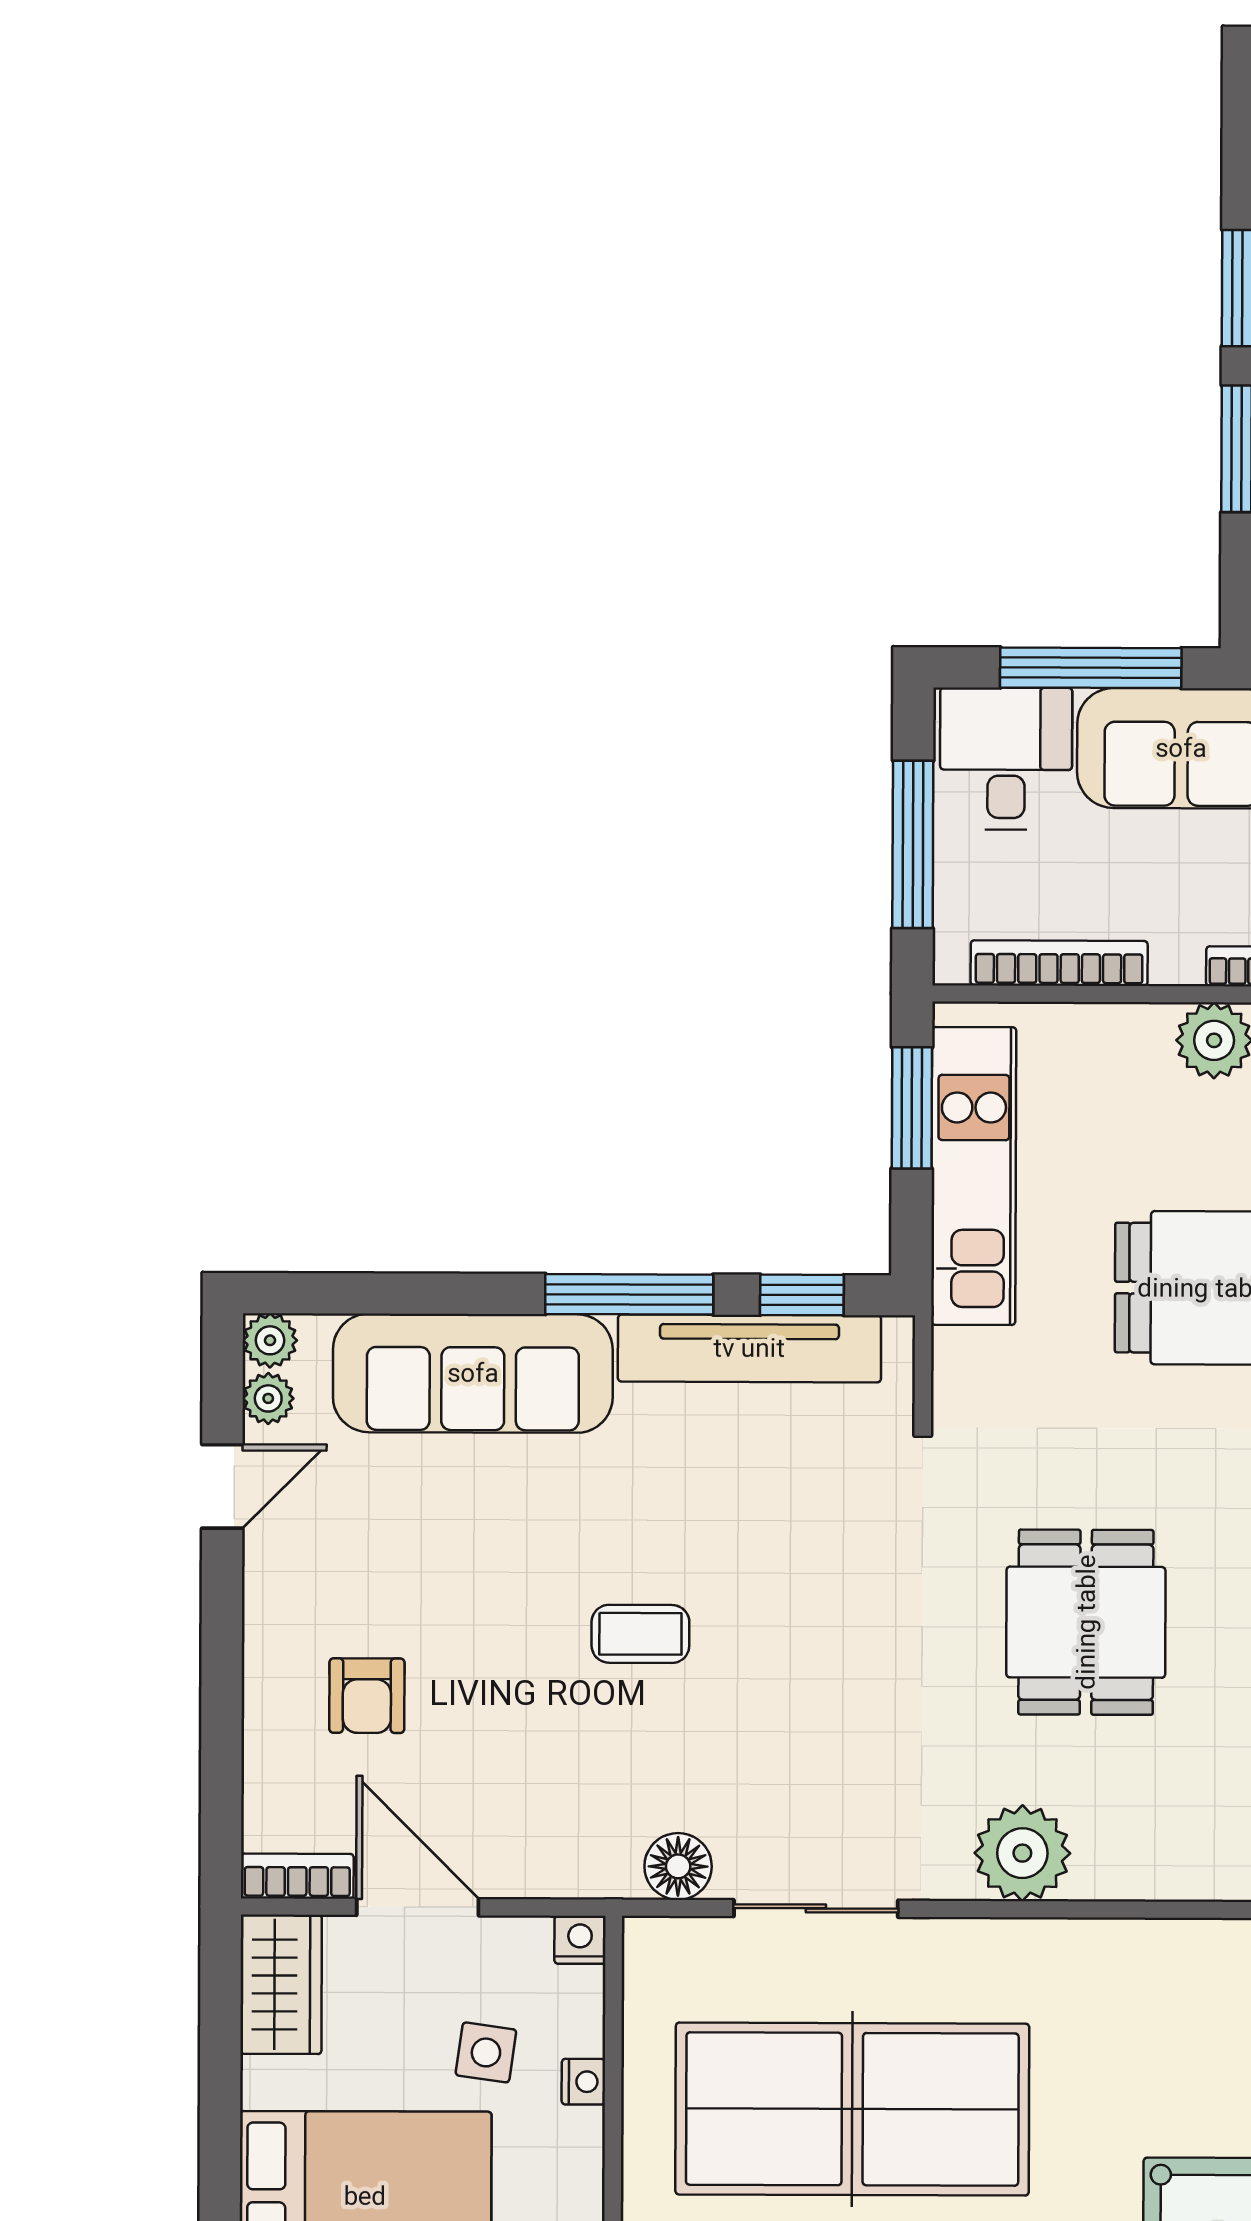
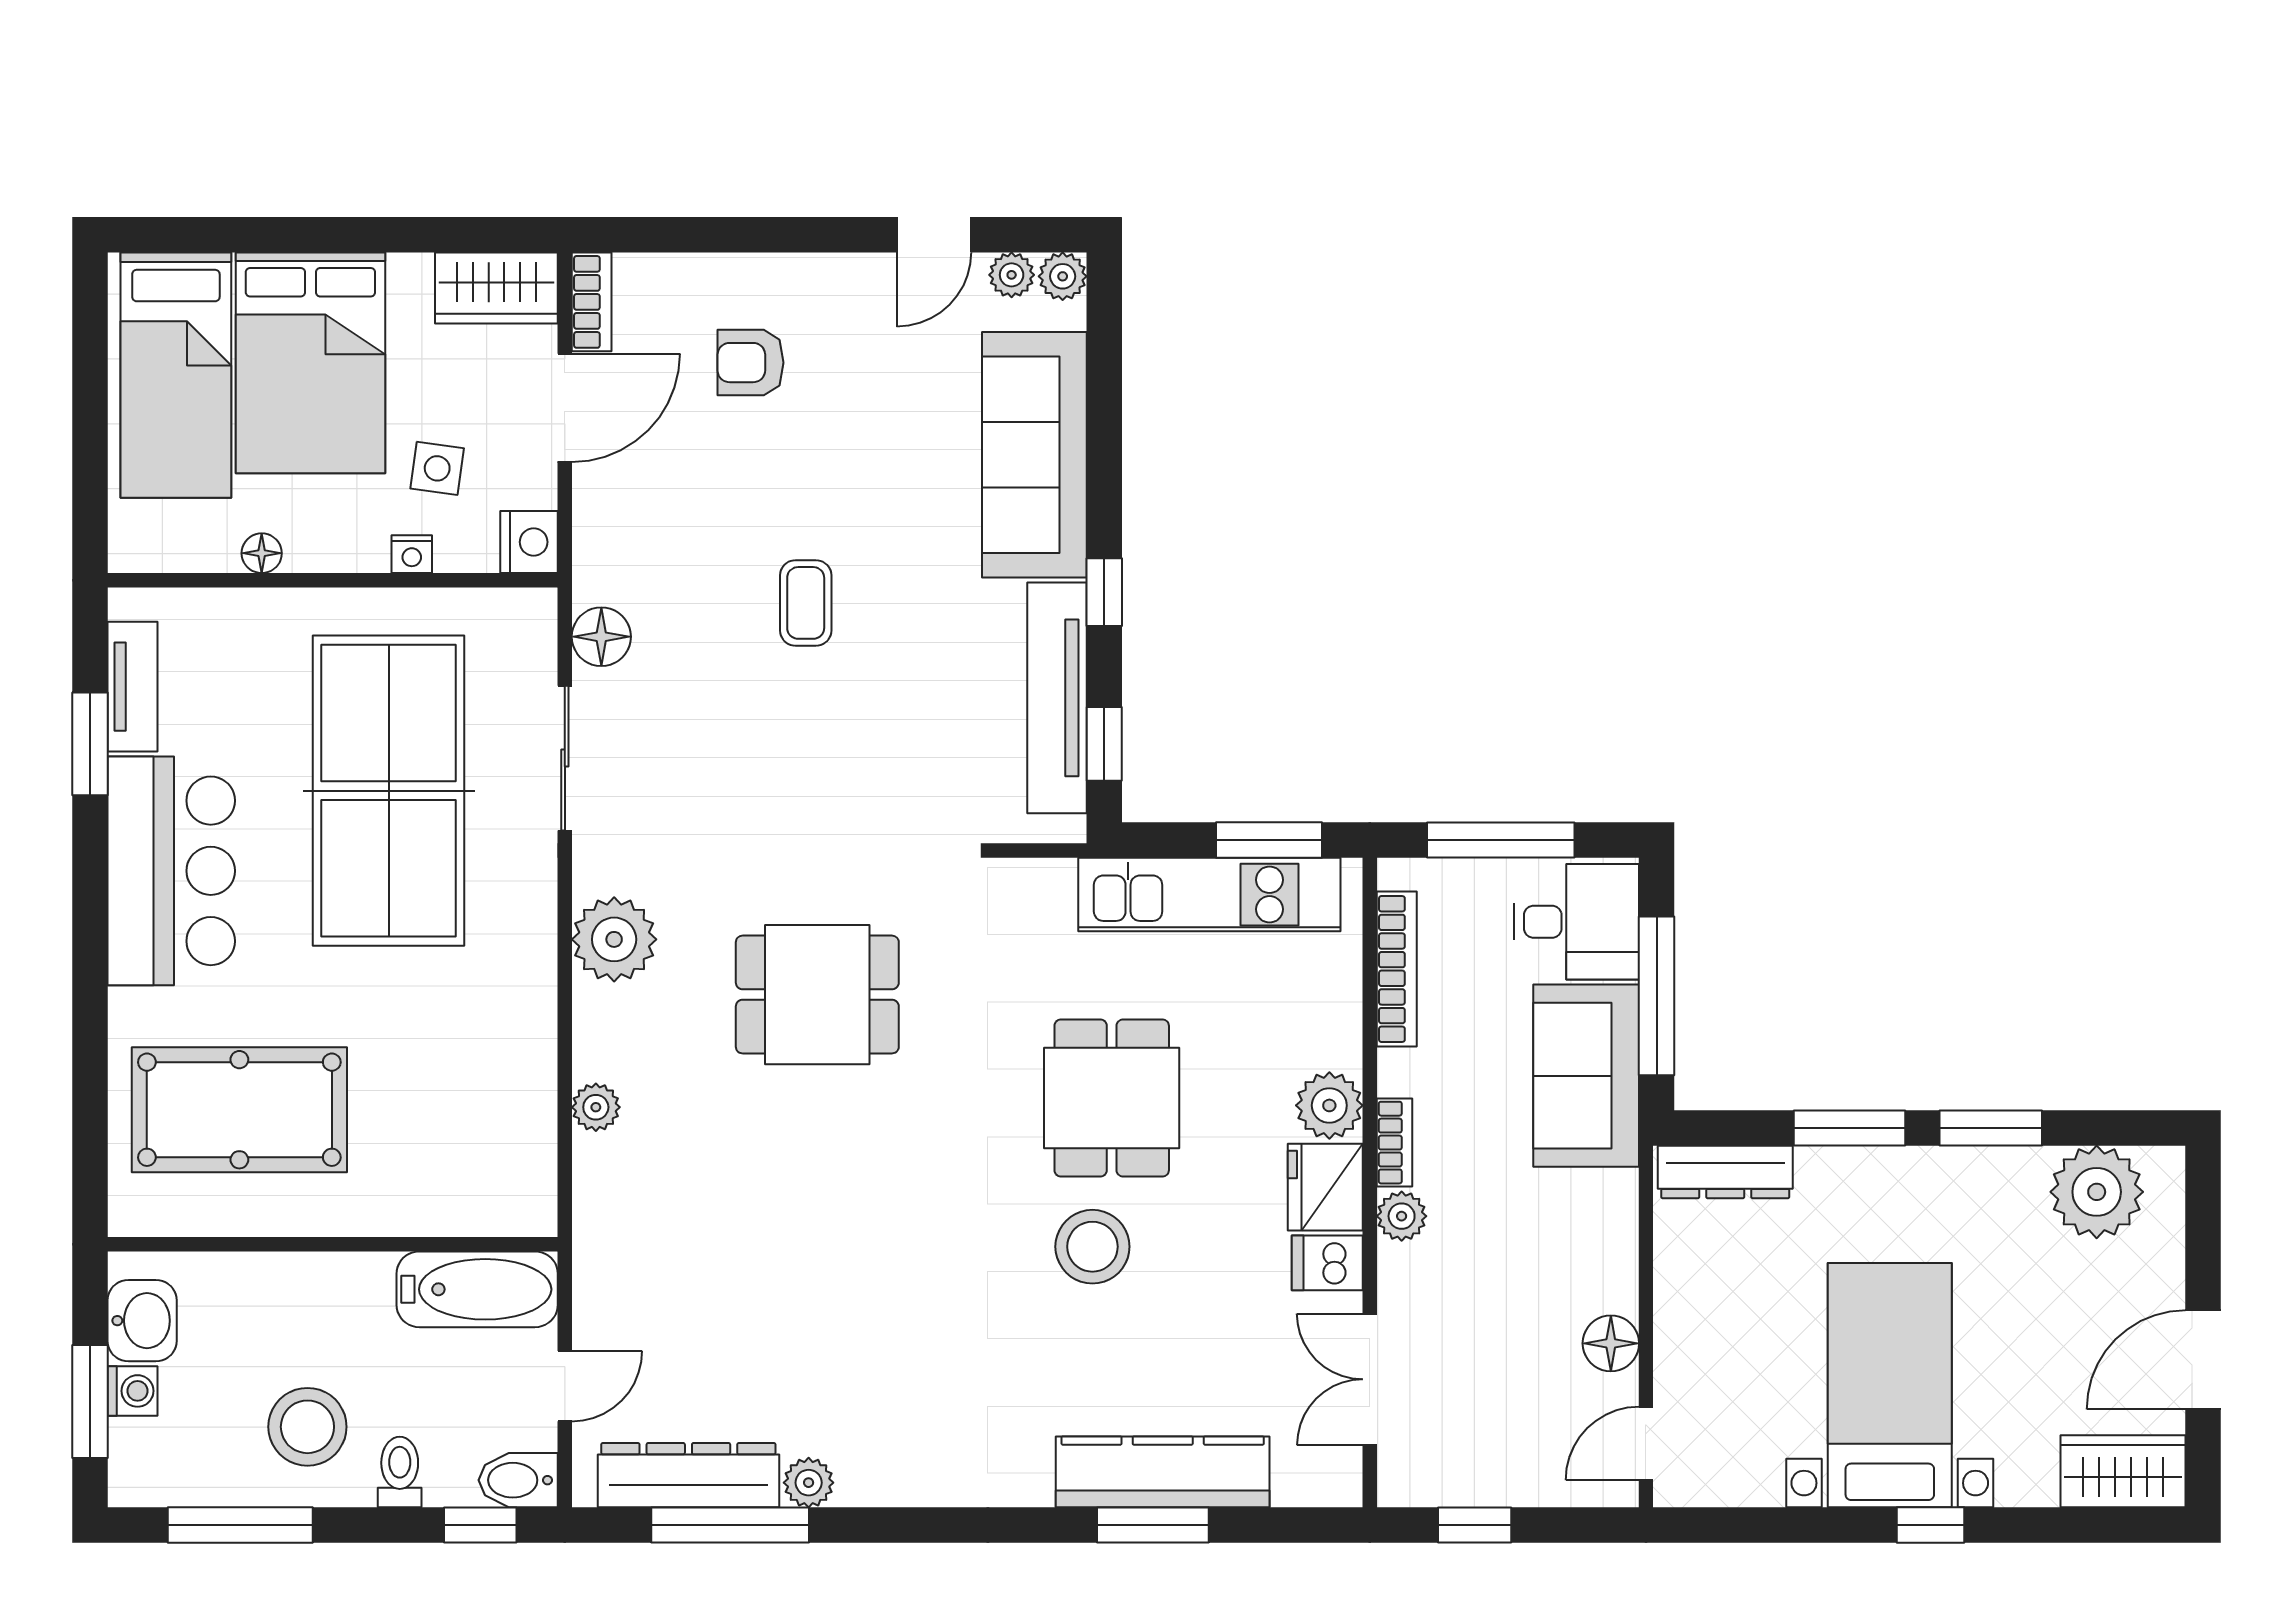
window: (629, 1294) -> (1104, 592), width x0.46
door: (222, 1486) -> (934, 235), hinge flipped
plant: (1213, 1875) -> (596, 1107), added
nightstand: (580, 1940) -> (529, 542), width x1.39, depth x1.35

